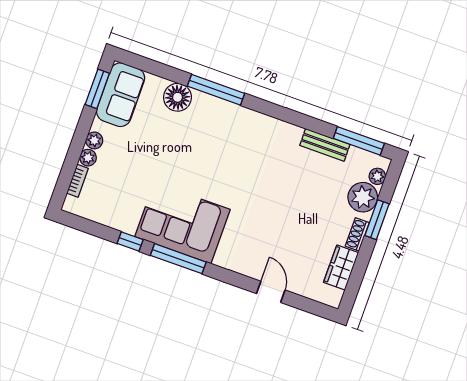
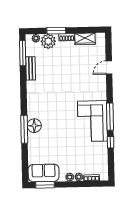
floor lamp: (177, 97) -> (34, 126), moved

